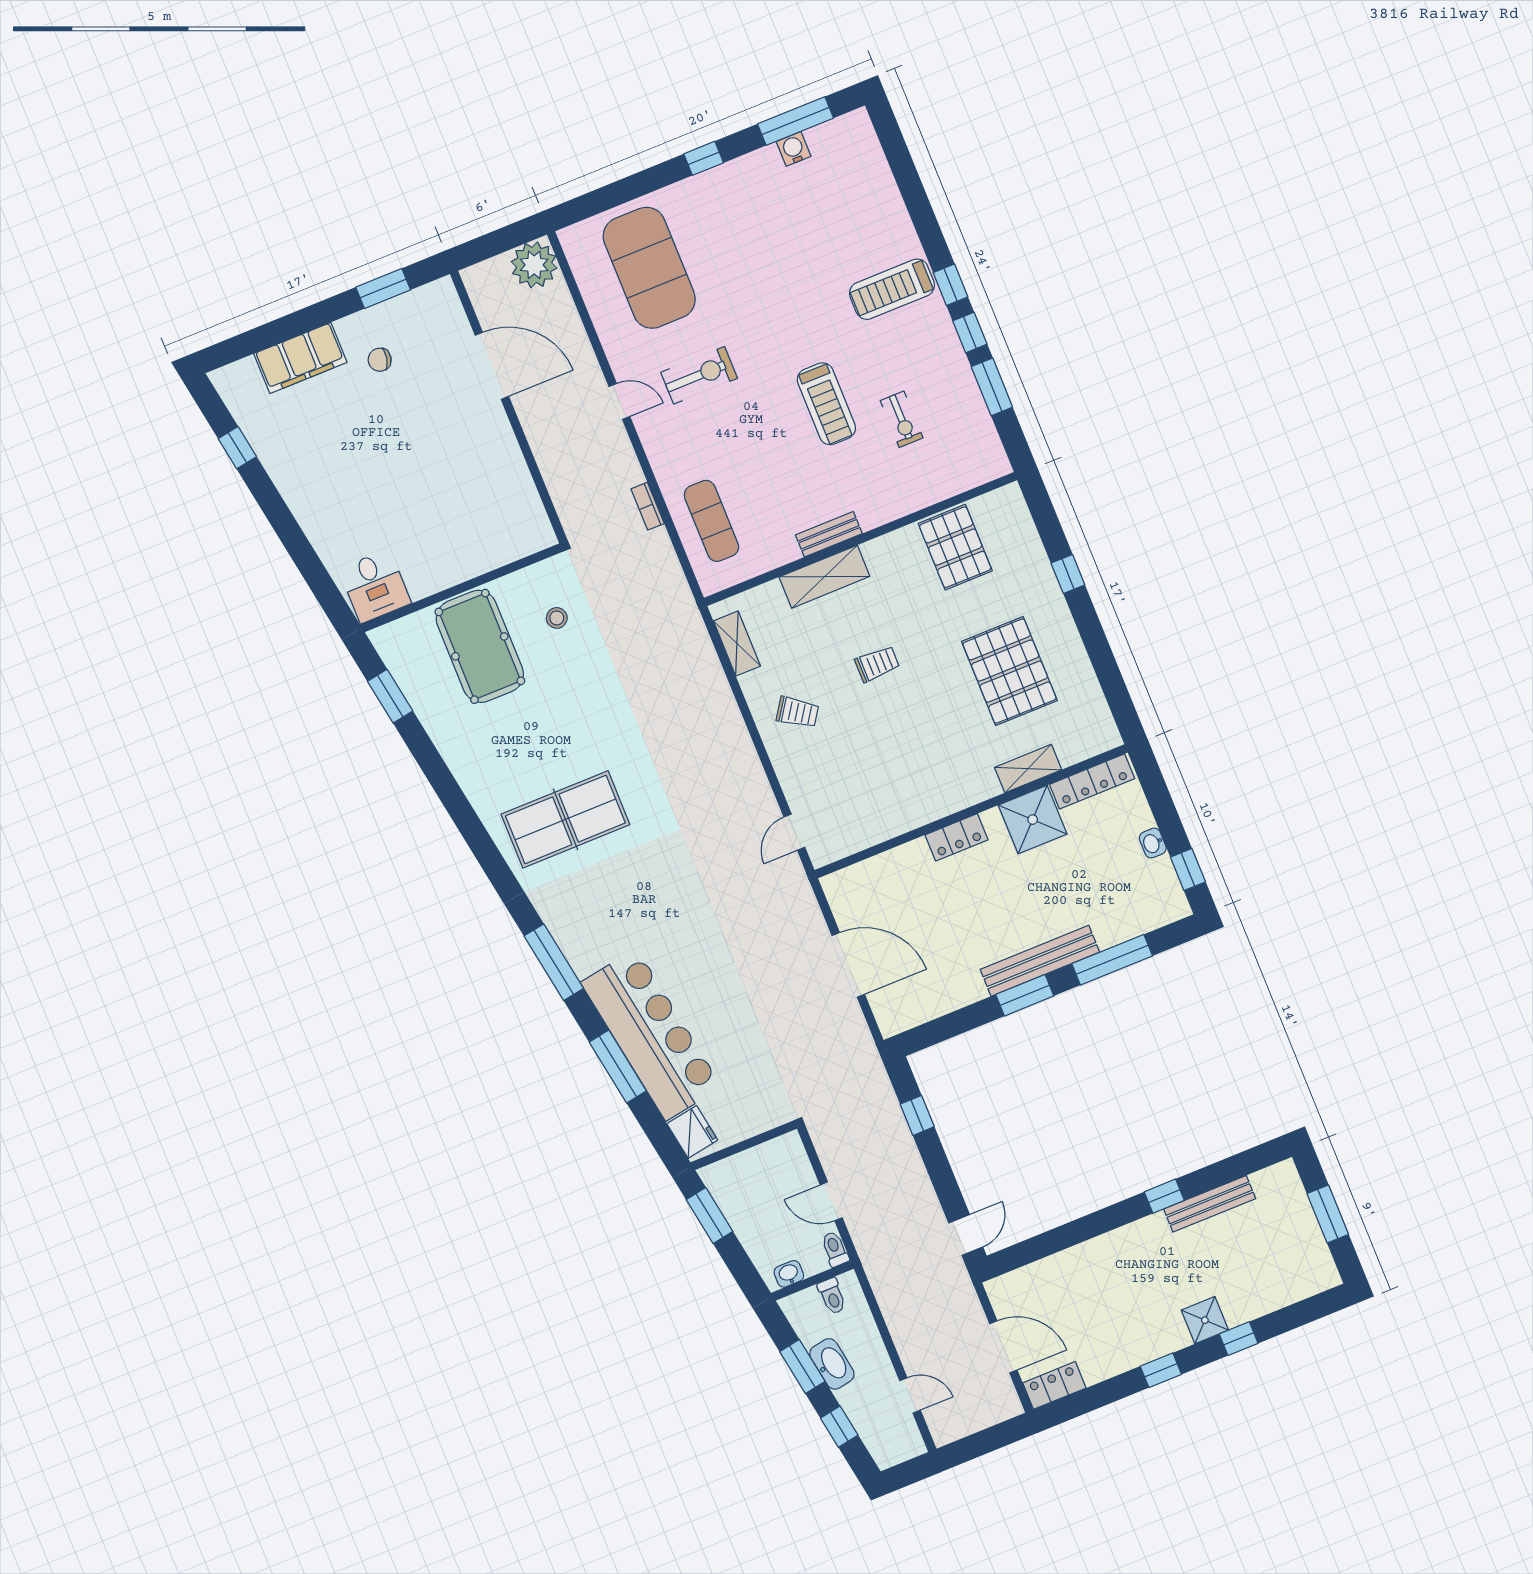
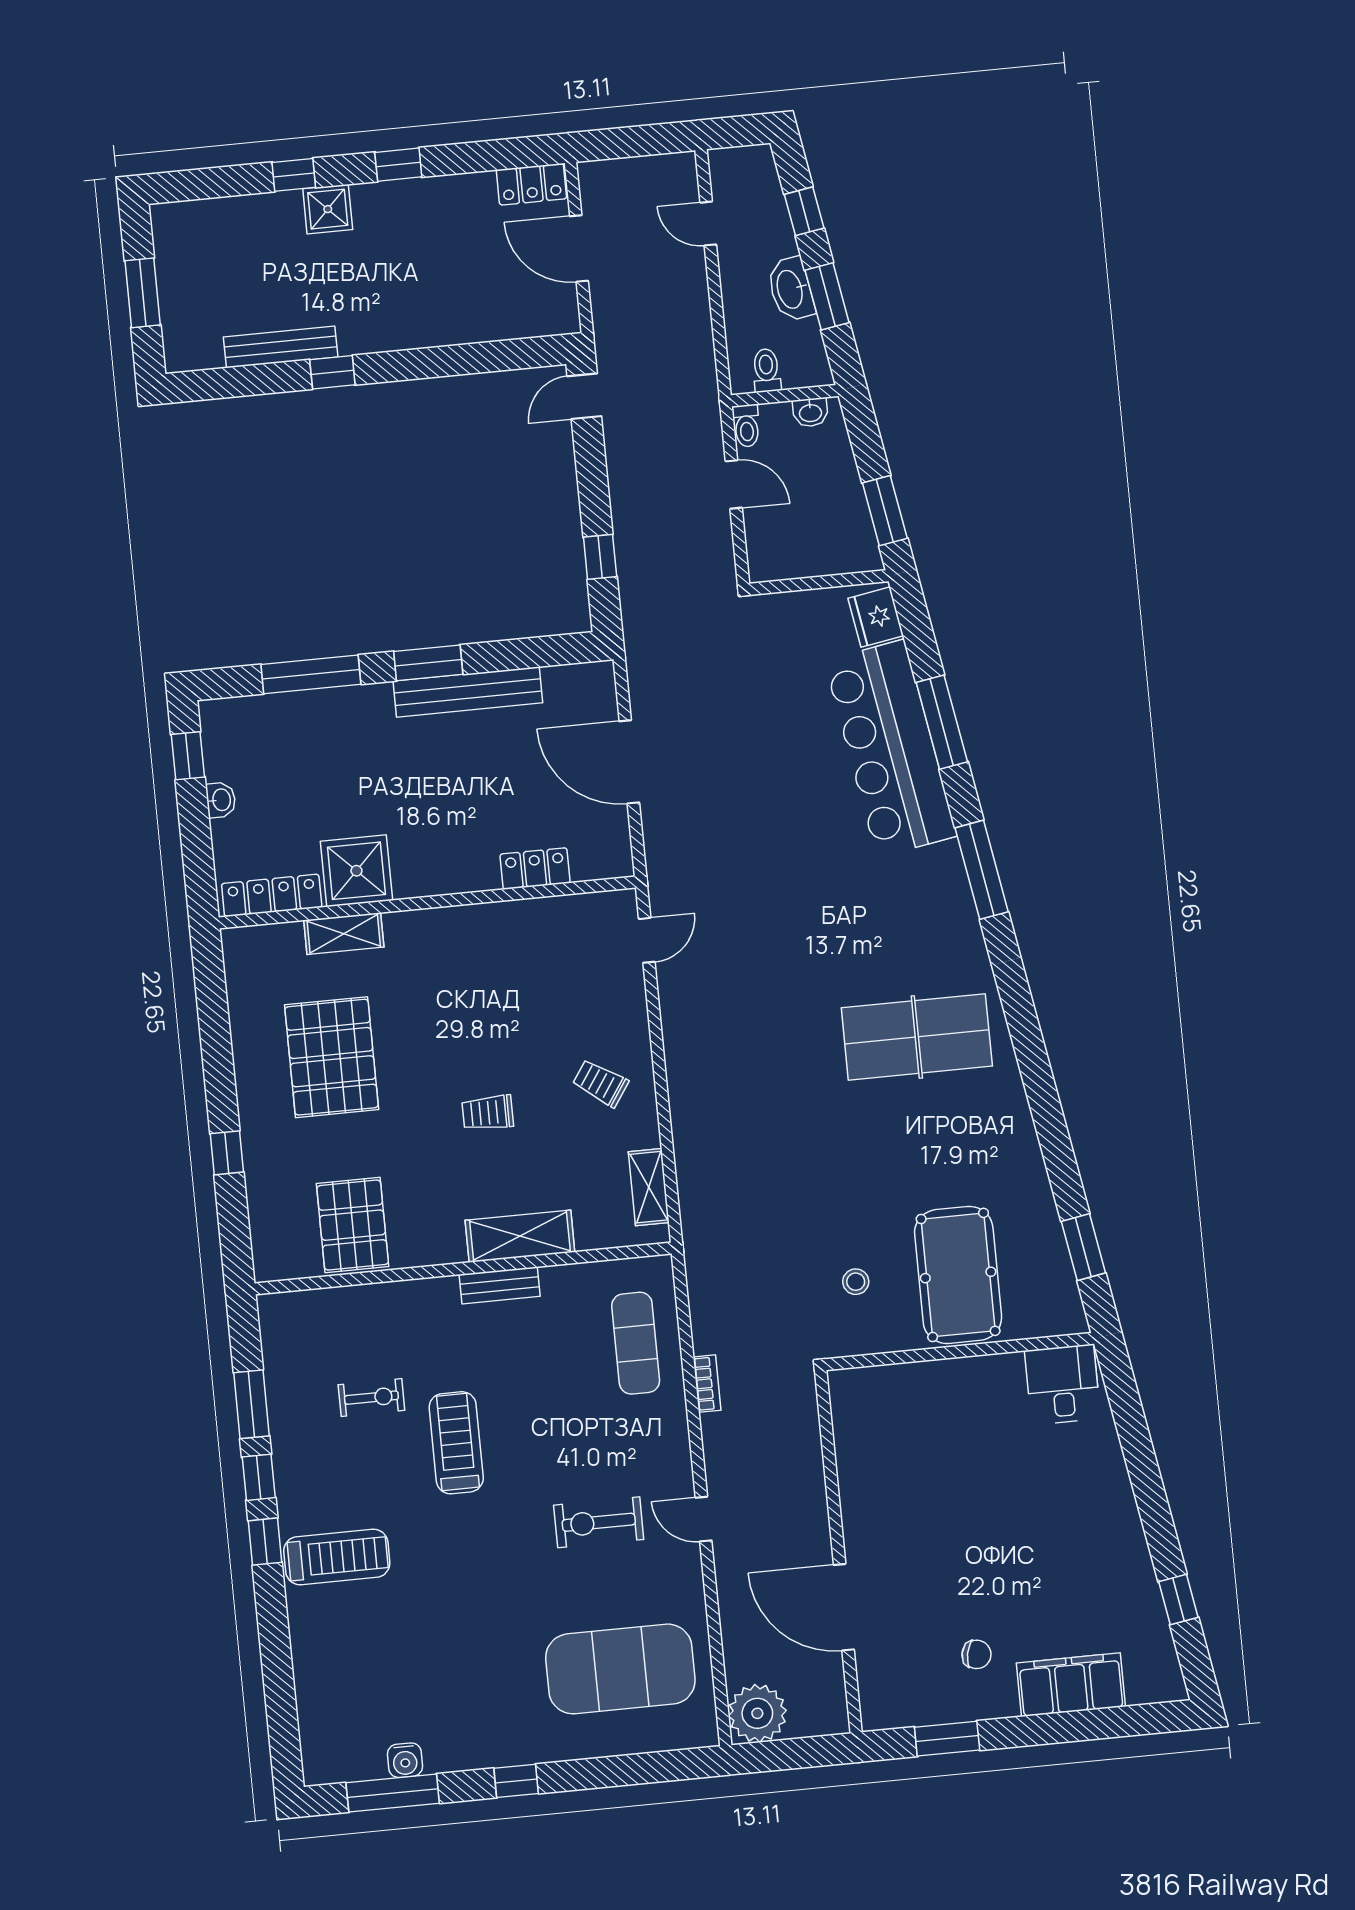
exercise mat: (649, 268) -> (620, 1669), turned 90
exercise bike: (902, 419) -> (371, 1398), turned 90
locker: (957, 837) -> (535, 869), moved
bench: (1040, 961) -> (468, 692), moved

